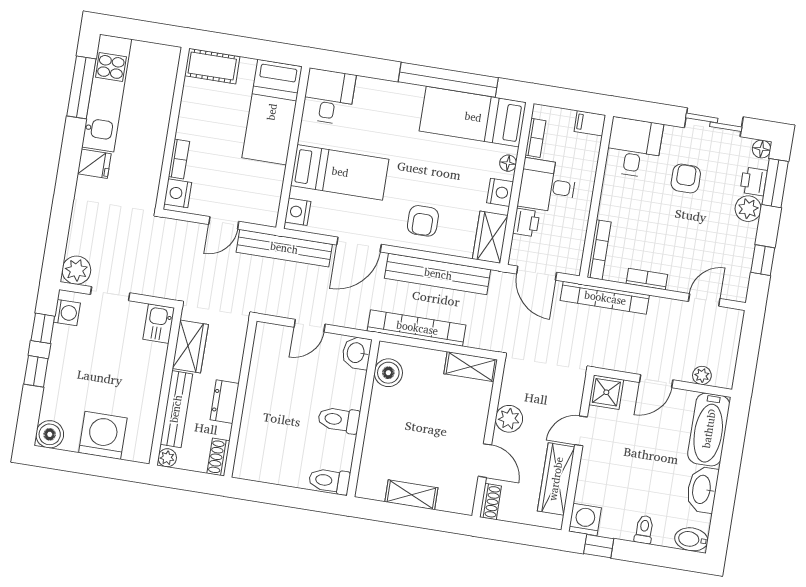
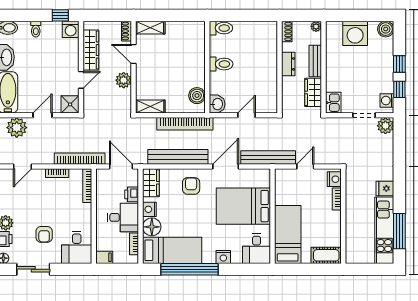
floor lamp: (508, 163) -> (152, 227), width x1.89, depth x1.89
bed: (340, 172) -> (243, 206), width x1.50
nightstand: (298, 212) -> (223, 257), moved, turned 90
plant: (702, 375) -> (17, 128), width x1.88, depth x1.88
bench: (176, 409) -> (315, 61), width x0.73
shelving: (411, 495) -> (150, 28), moved

